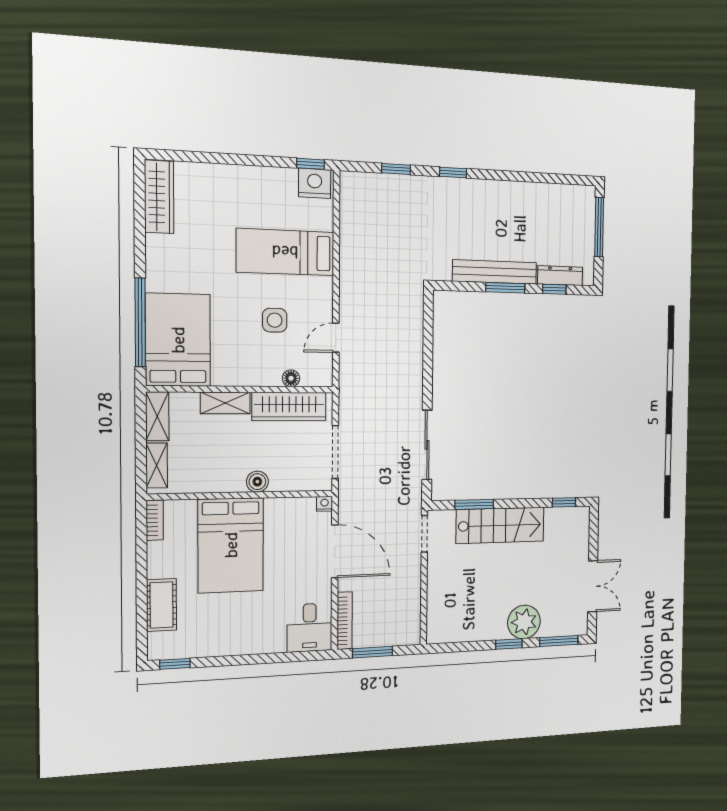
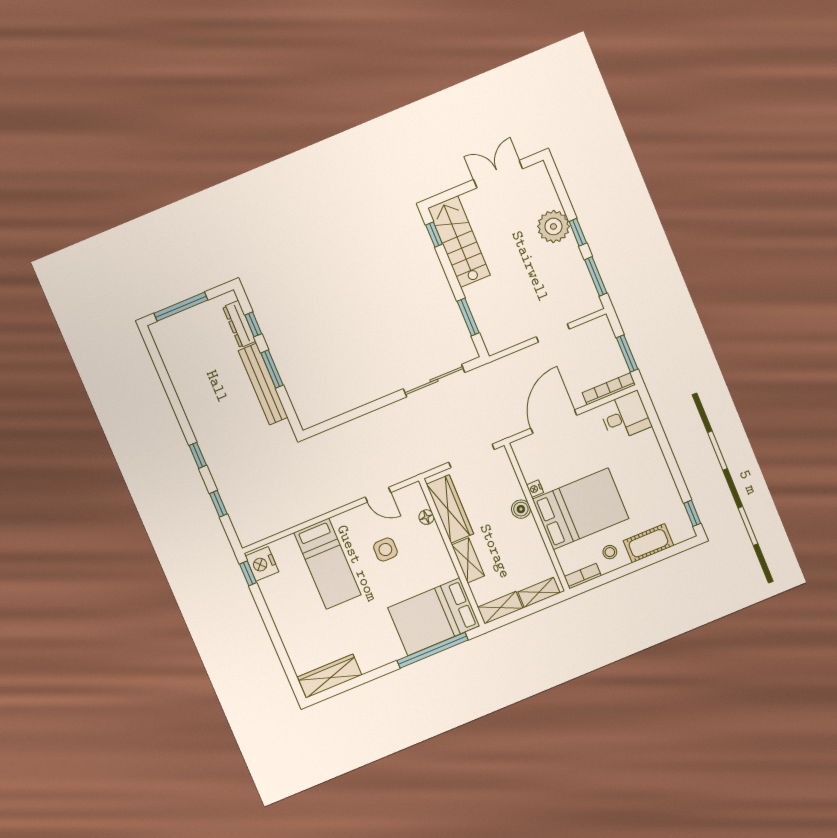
nightstand: (325, 504) -> (535, 489), moved
stairs: (500, 525) -> (459, 242), moved
doorway: (424, 534) -> (553, 333), moved
stool: (169, 559) -> (610, 552), added
window: (559, 641) -> (596, 276), moved

